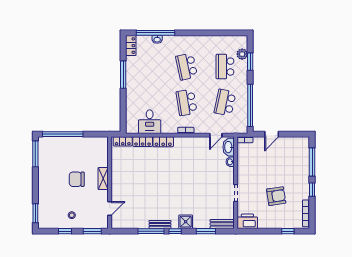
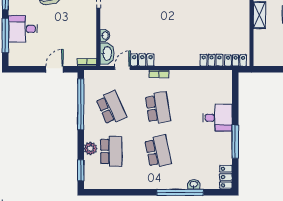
window: (155, 33) -> (180, 192), moved
plant: (242, 54) -> (90, 148), moved
window: (250, 62) -> (81, 170), moved
school desk: (225, 103) -> (111, 108), turned -36
desk: (150, 122) -> (217, 118), moved, turned 90
locker: (163, 142) -> (142, 60), moved
desk: (298, 167) -> (23, 29), added

